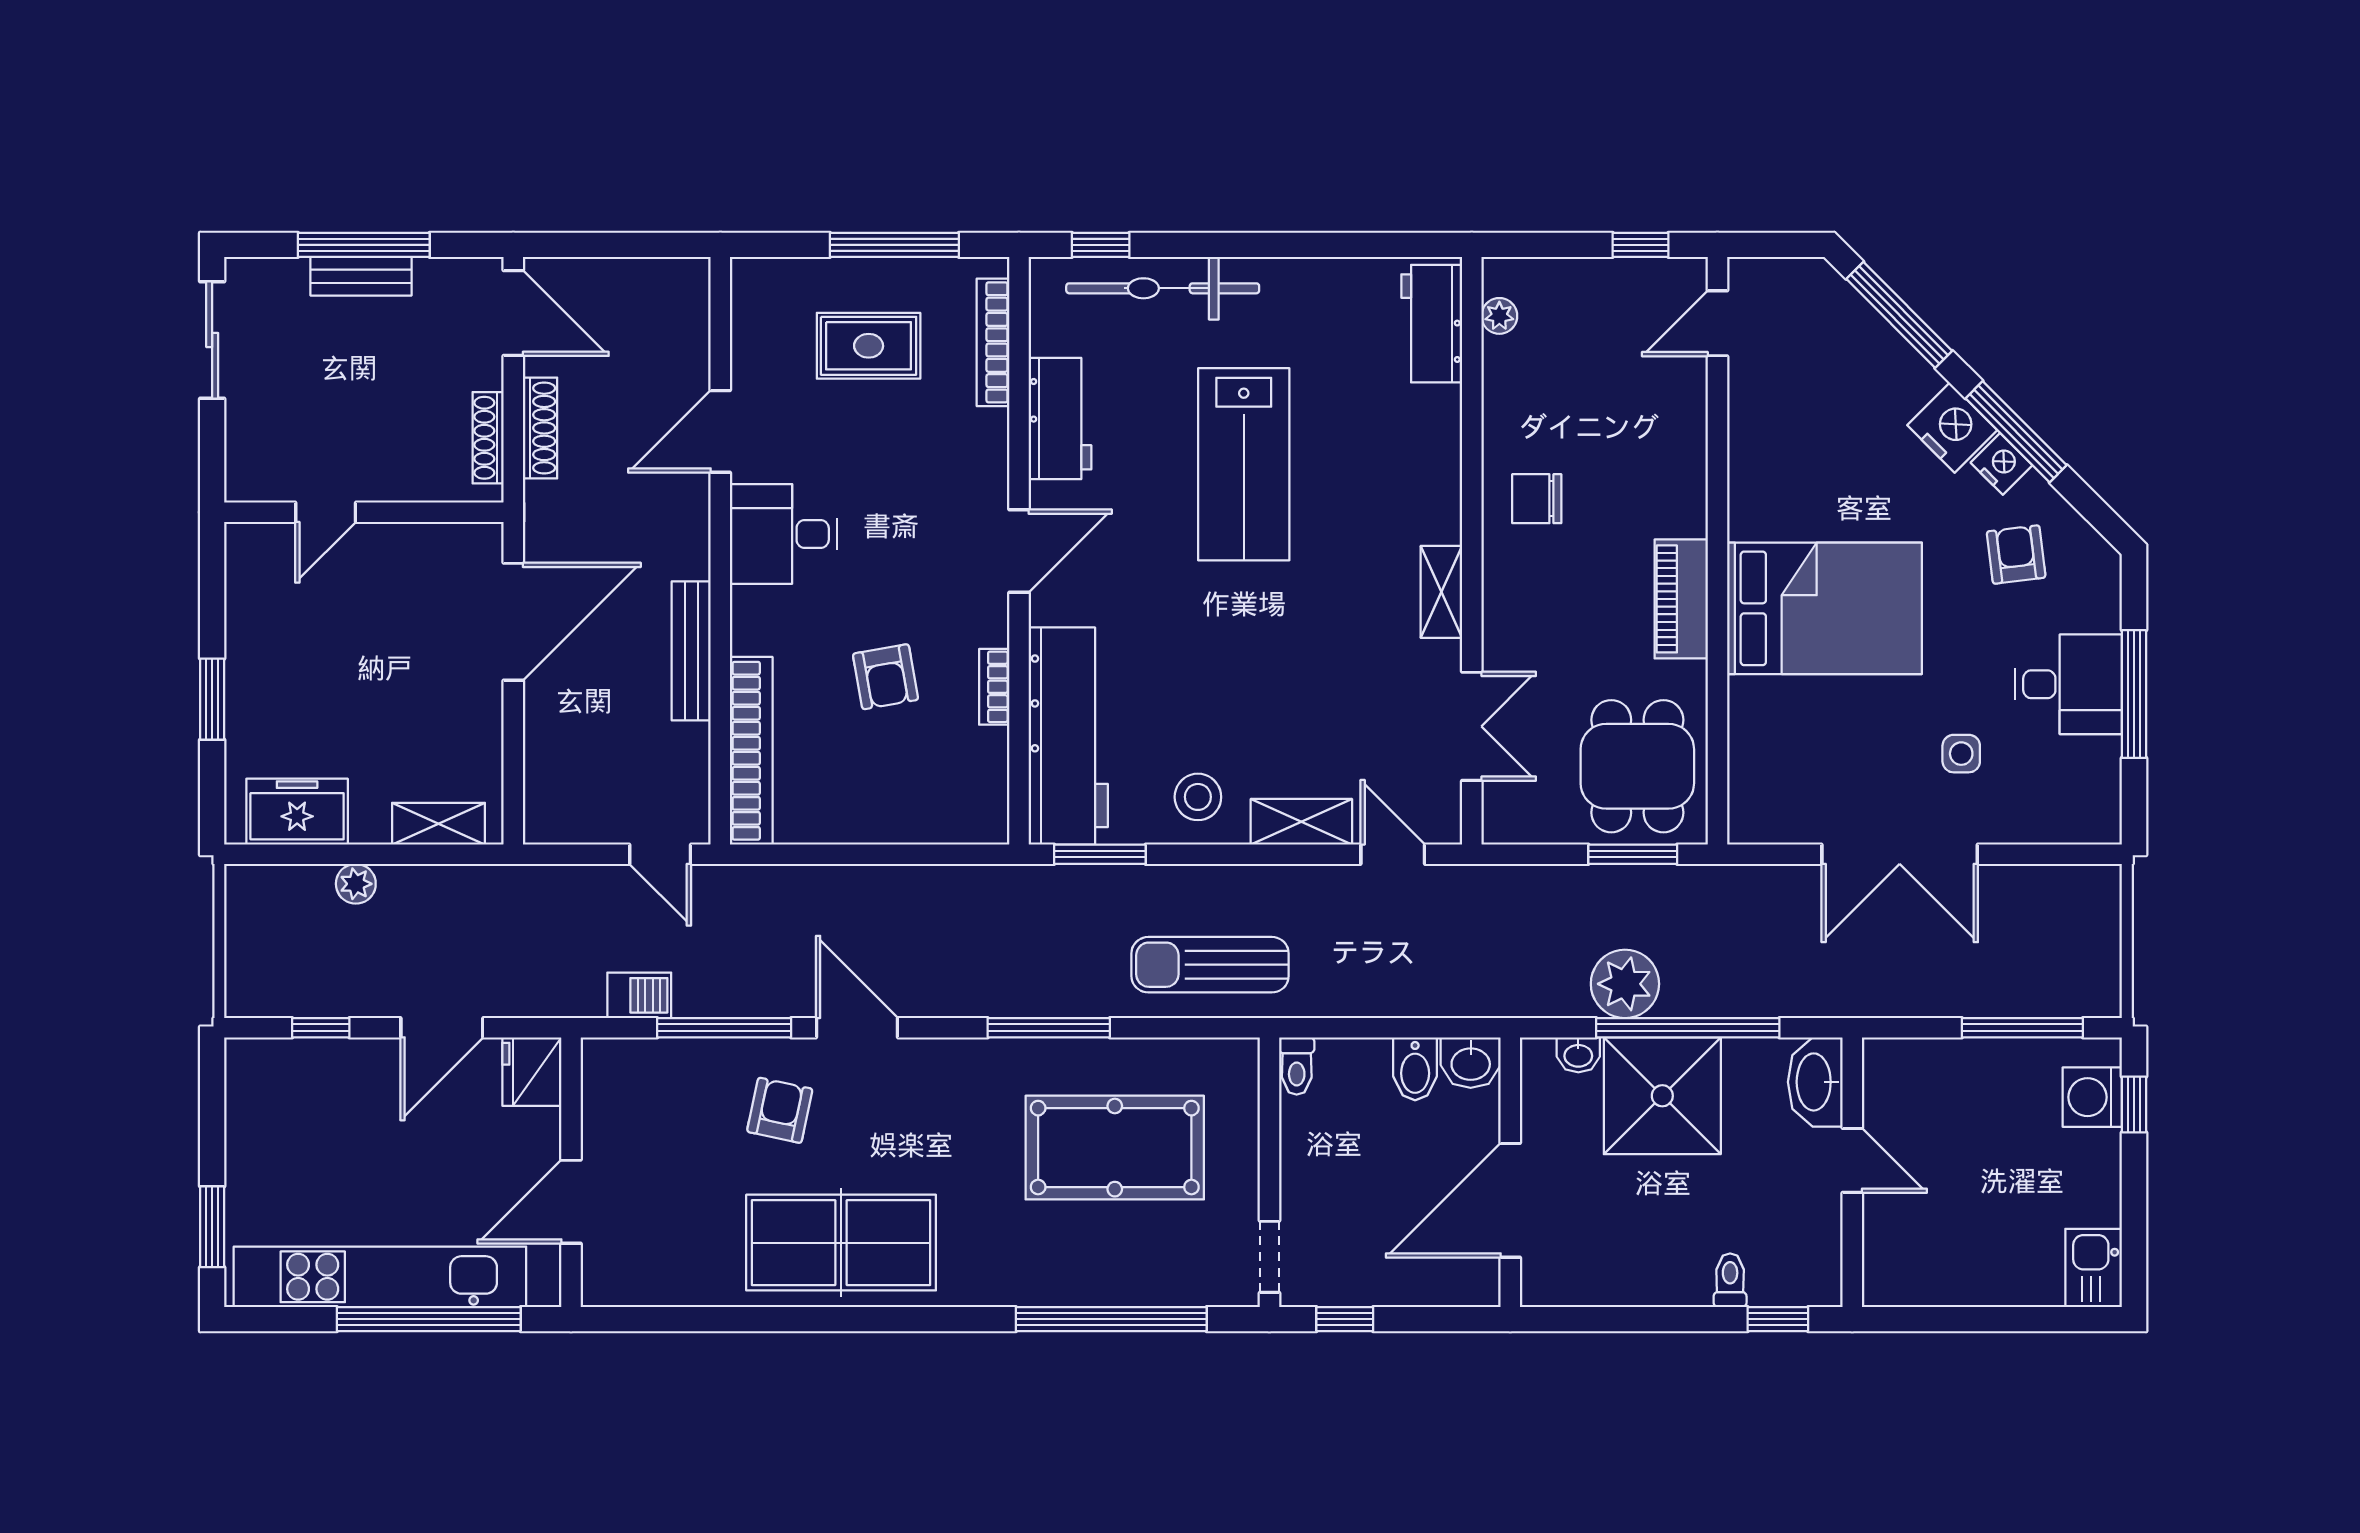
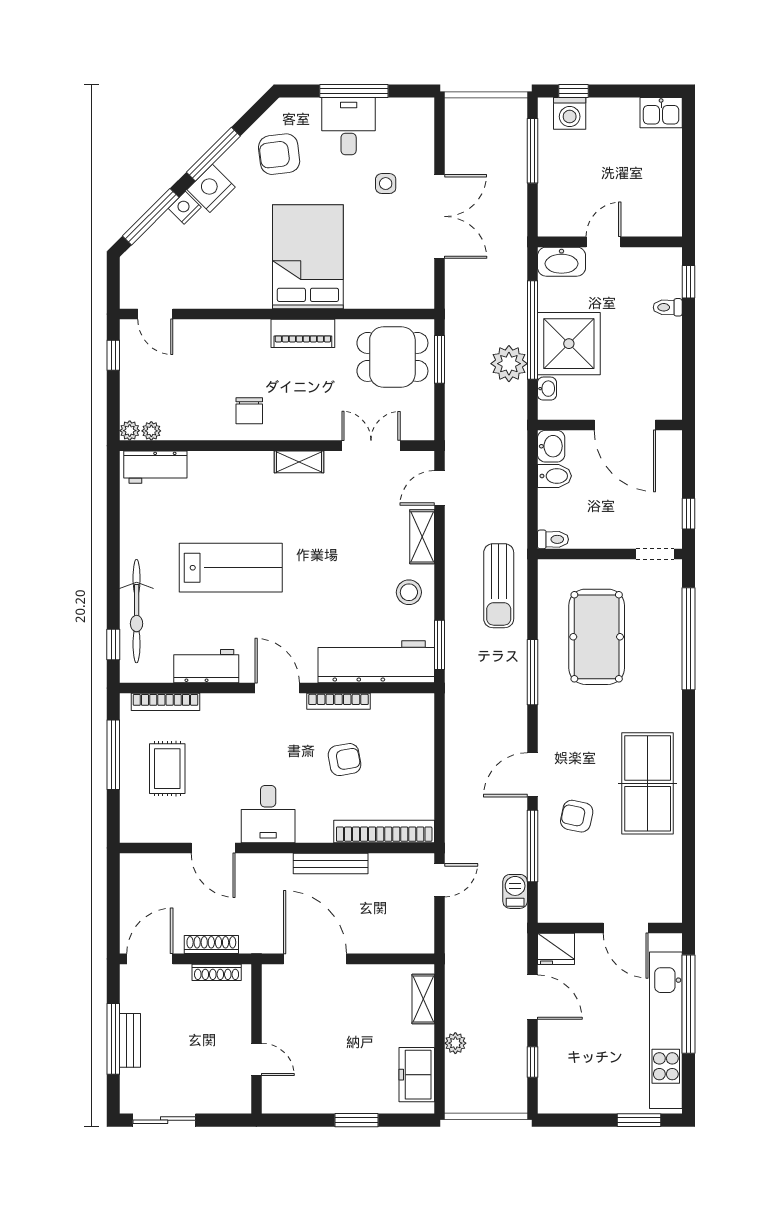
plant: (1500, 276) -> (130, 431), added
nightstand: (2001, 464) -> (185, 208), moved
armchair: (2016, 555) -> (279, 154), width x1.38, depth x1.38
bookcase: (994, 687) -> (339, 701), width x1.56

